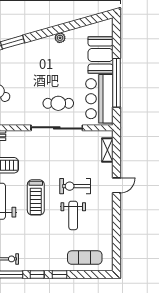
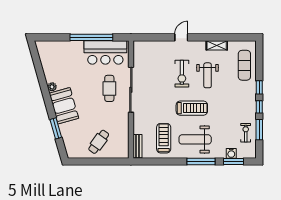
booth: (101, 55) -> (64, 106), moved, turned 74
shelving: (107, 150) -> (217, 45), moved
door: (117, 185) -> (181, 37), hinge flipped
weight bench: (73, 215) -> (208, 75), turned 90

